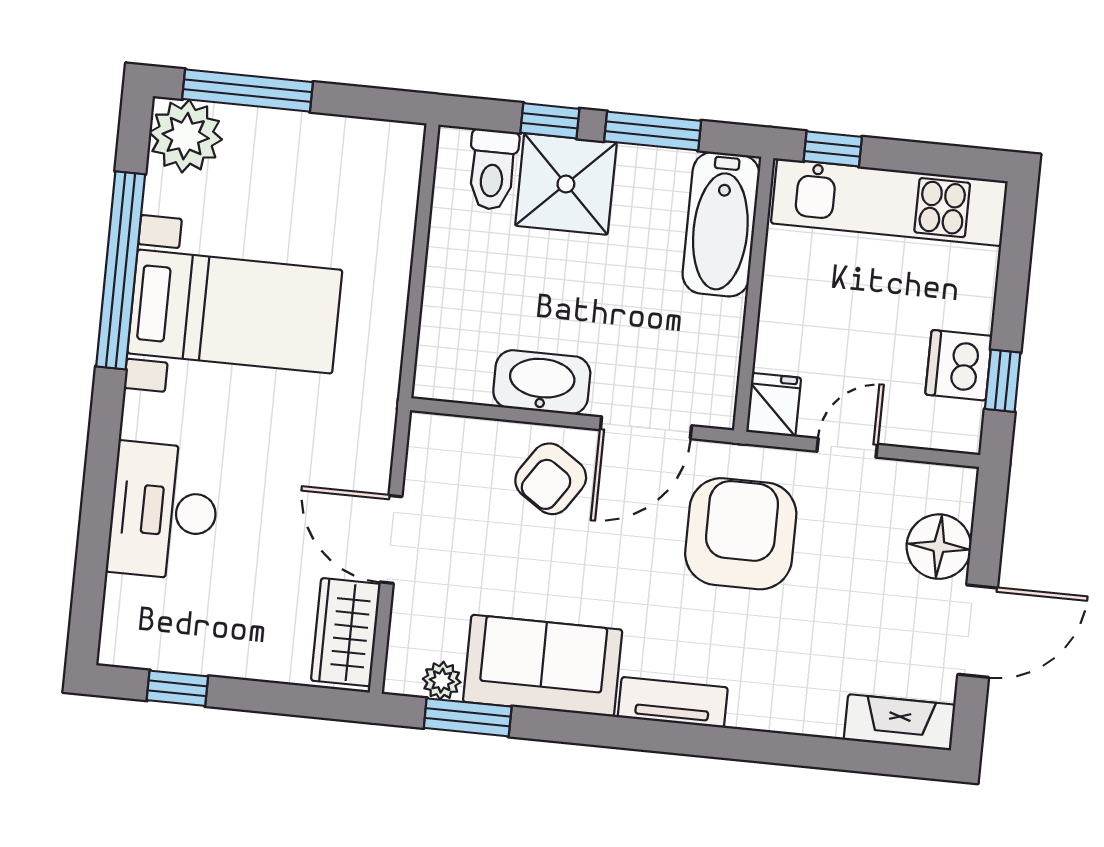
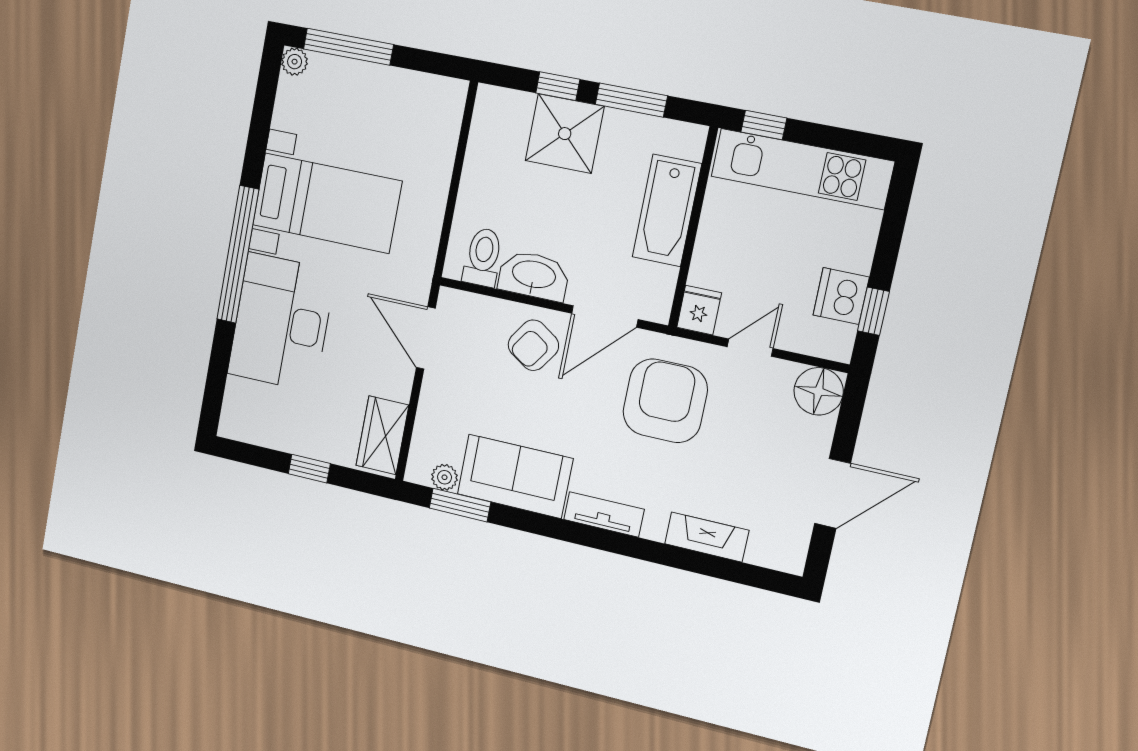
plant: (186, 136) -> (295, 62), width x0.53, depth x0.53
toilet: (493, 170) -> (483, 257), moved, turned 180
bathtub: (721, 224) -> (667, 210), moved
window: (121, 270) -> (238, 255), moved
desk: (164, 511) -> (281, 322), width x1.36, depth x1.30
door: (391, 539) -> (426, 338), moved
floor lamp: (939, 547) -> (819, 391), moved
window: (177, 688) -> (309, 469), moved
fireplace: (900, 722) -> (707, 537), moved

